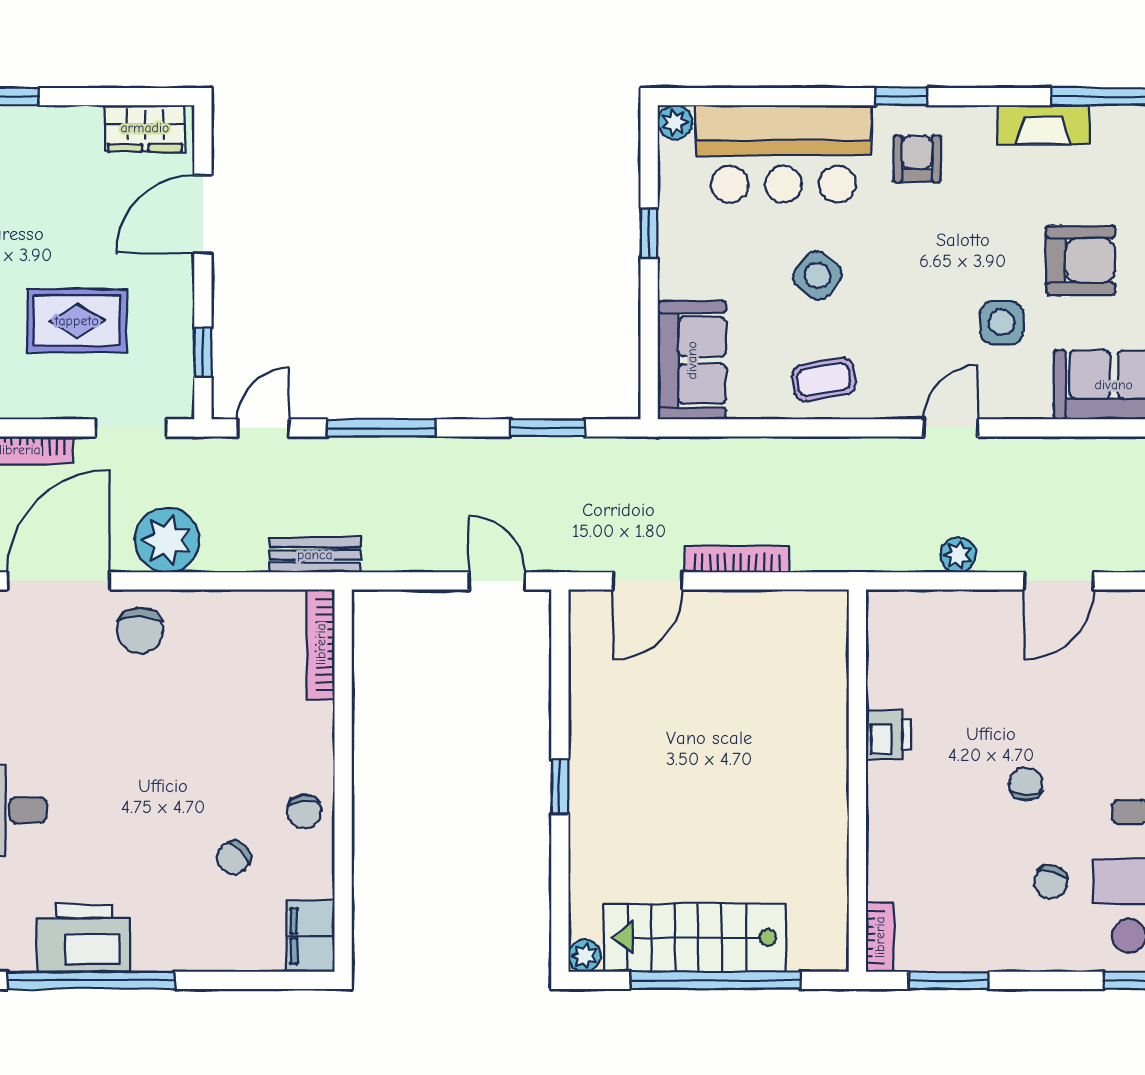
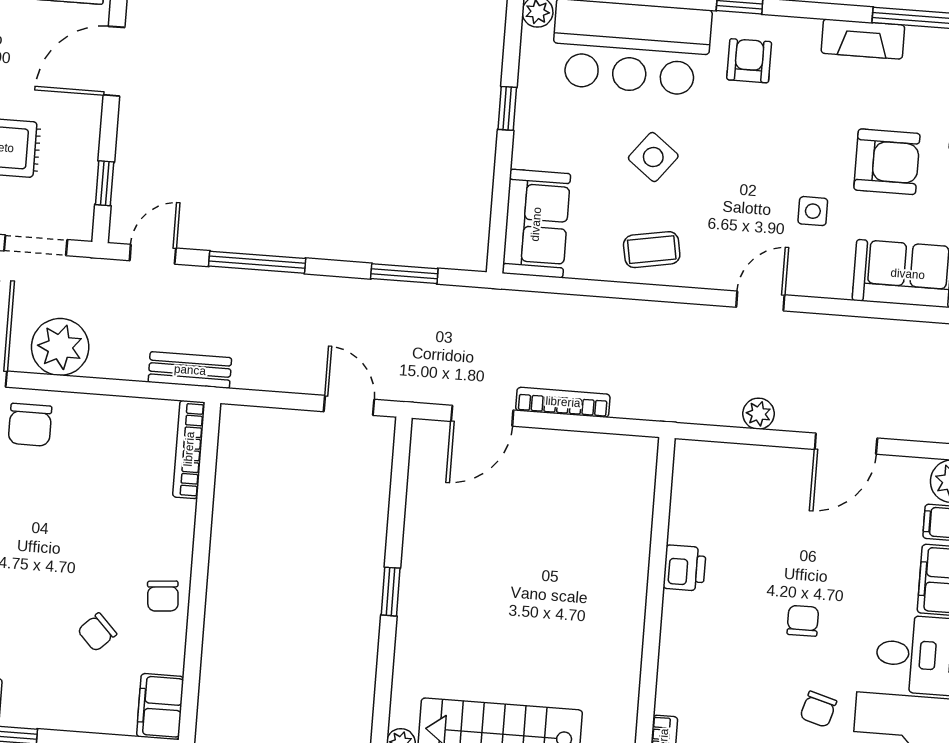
side table: (1002, 322) -> (813, 211), width x0.73, depth x0.73

